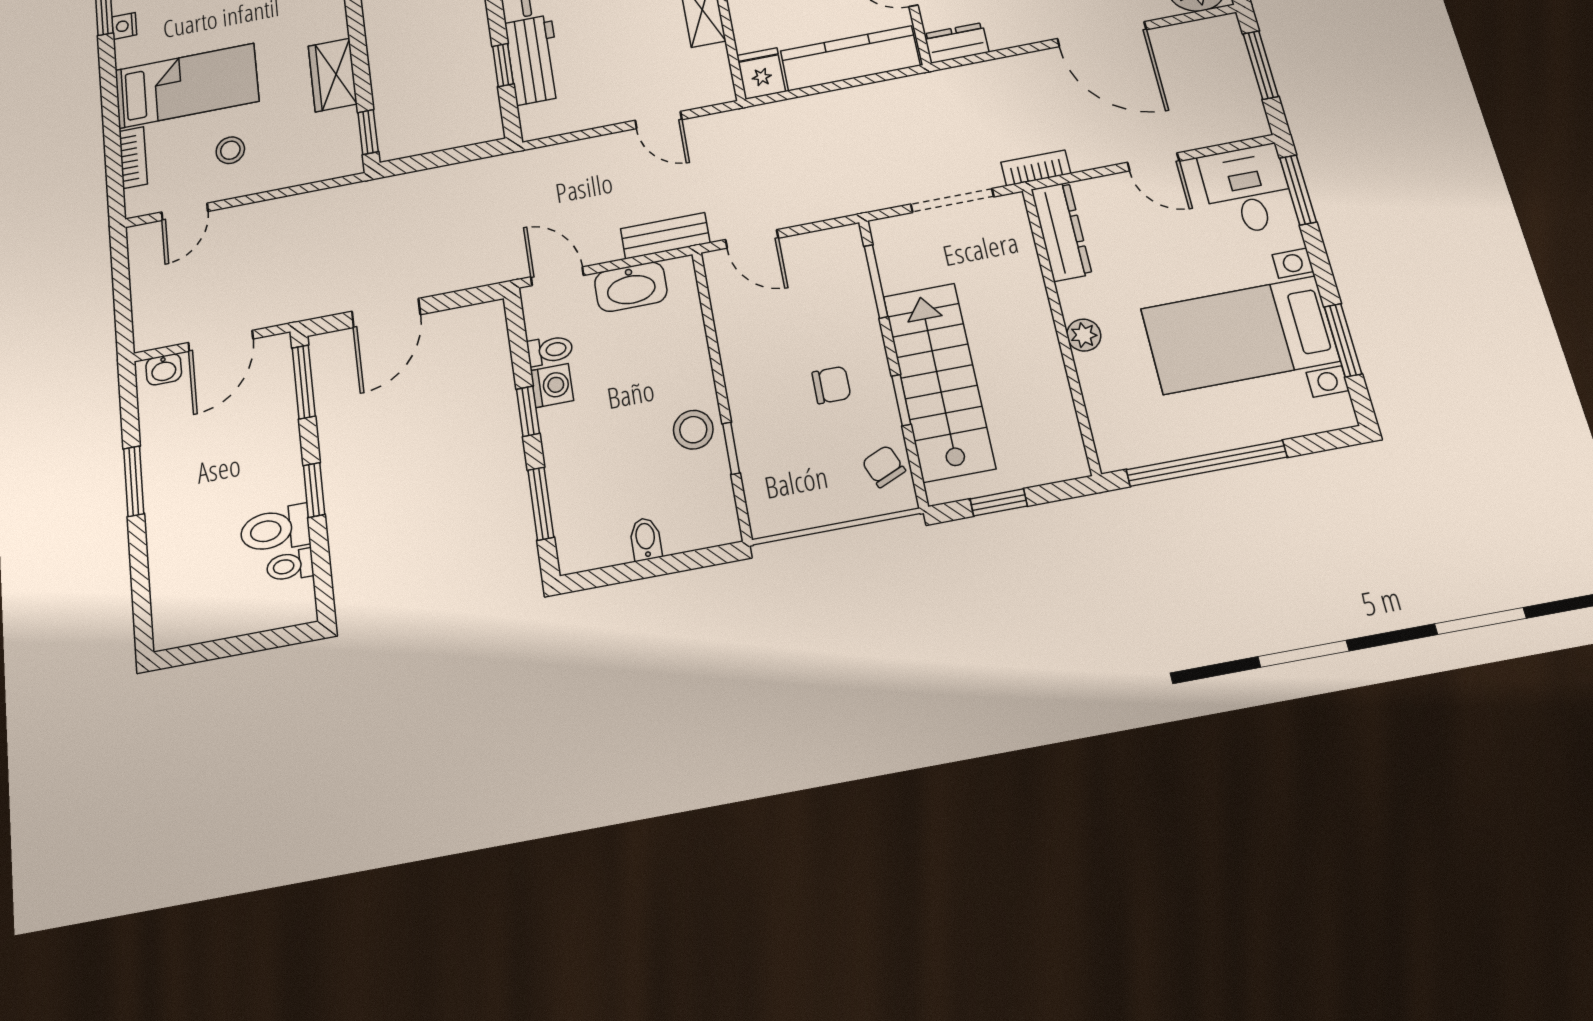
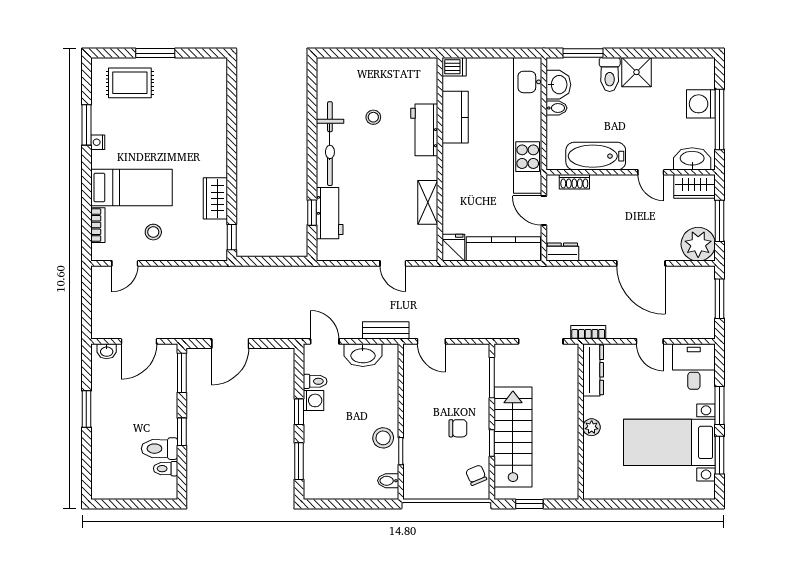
window: (1298, 190) -> (719, 405), moved
window: (1207, 463) -> (636, 504), removed
bidet: (646, 539) -> (388, 481), moved, turned -90

